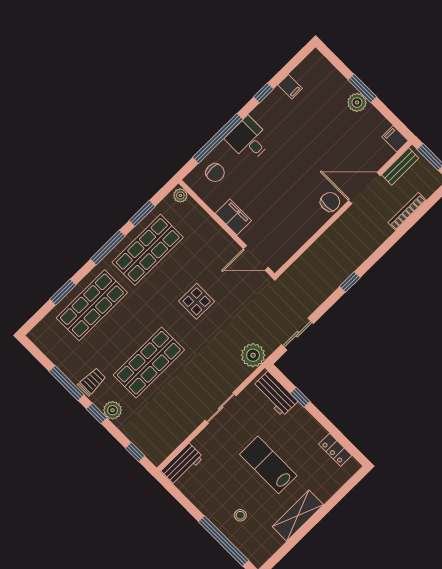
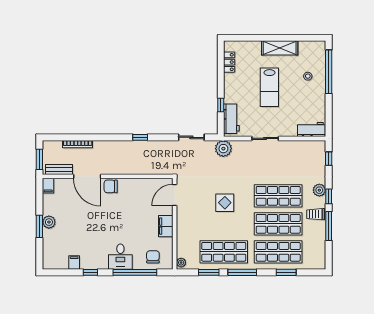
door: (256, 258) -> (175, 195), swing flipped
shop shelf: (120, 334) -> (278, 224), added

